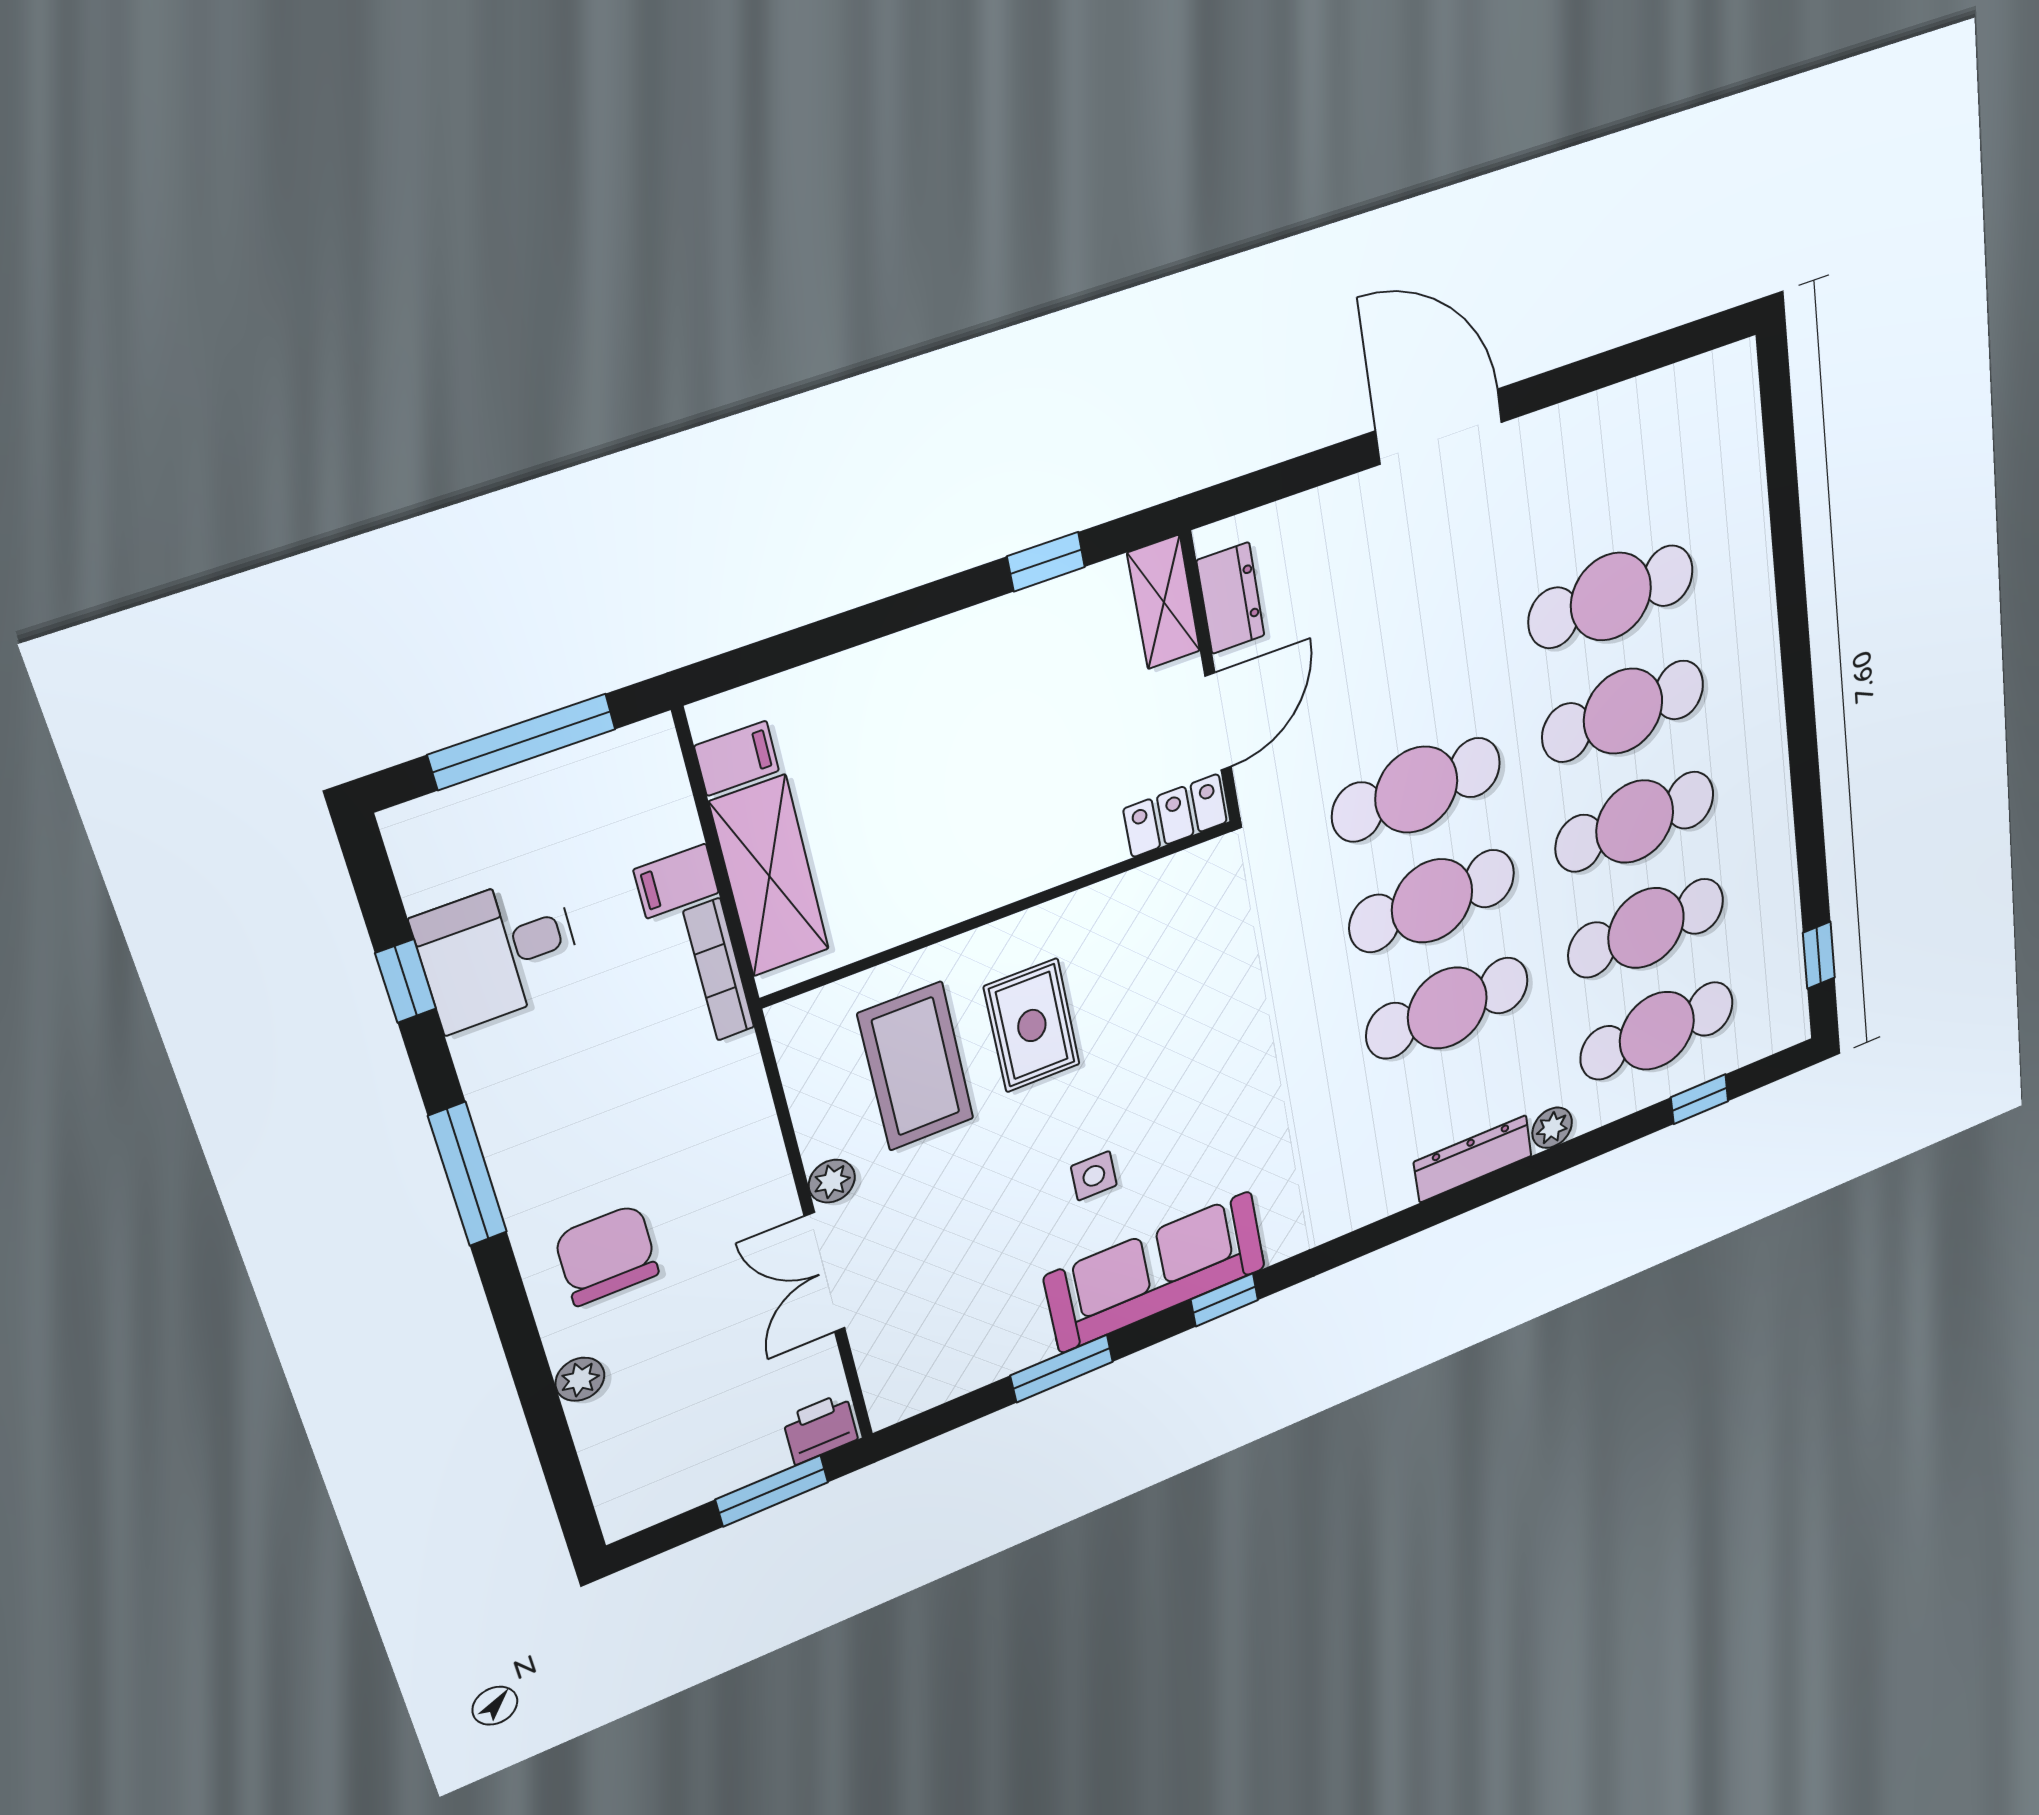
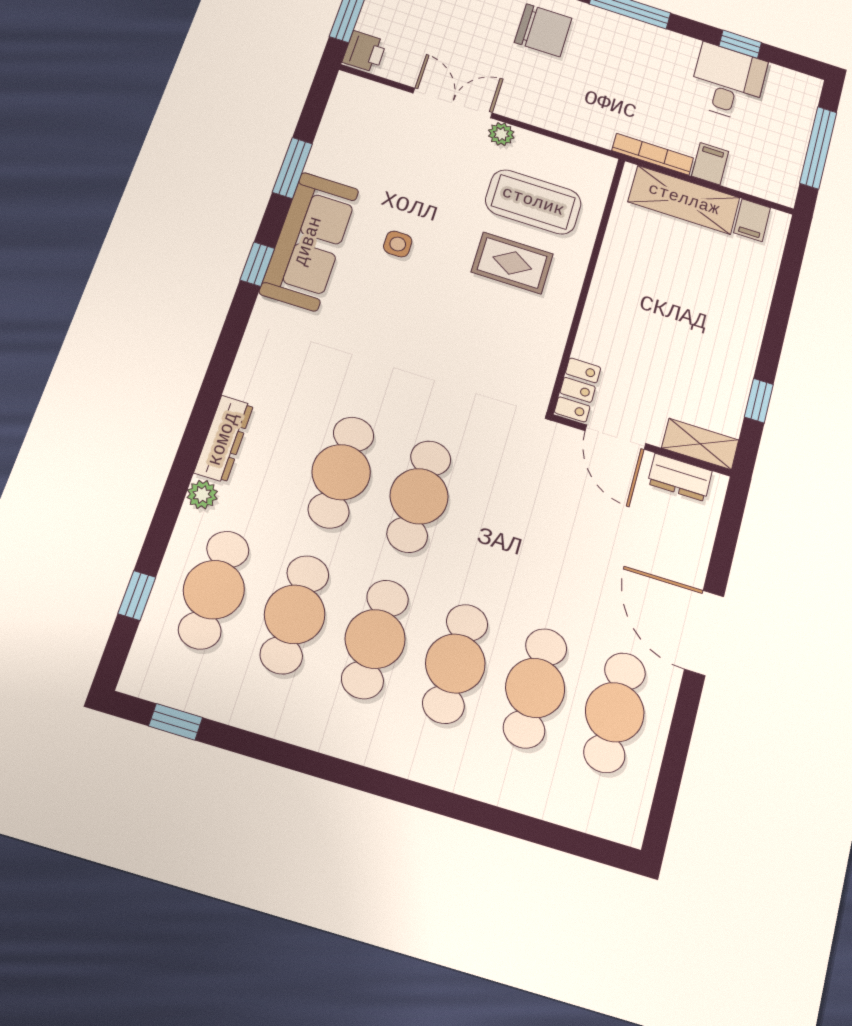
door: (1439, 426) -> (704, 633), swing flipped
cafe table: (1416, 790) -> (615, 712), moved

